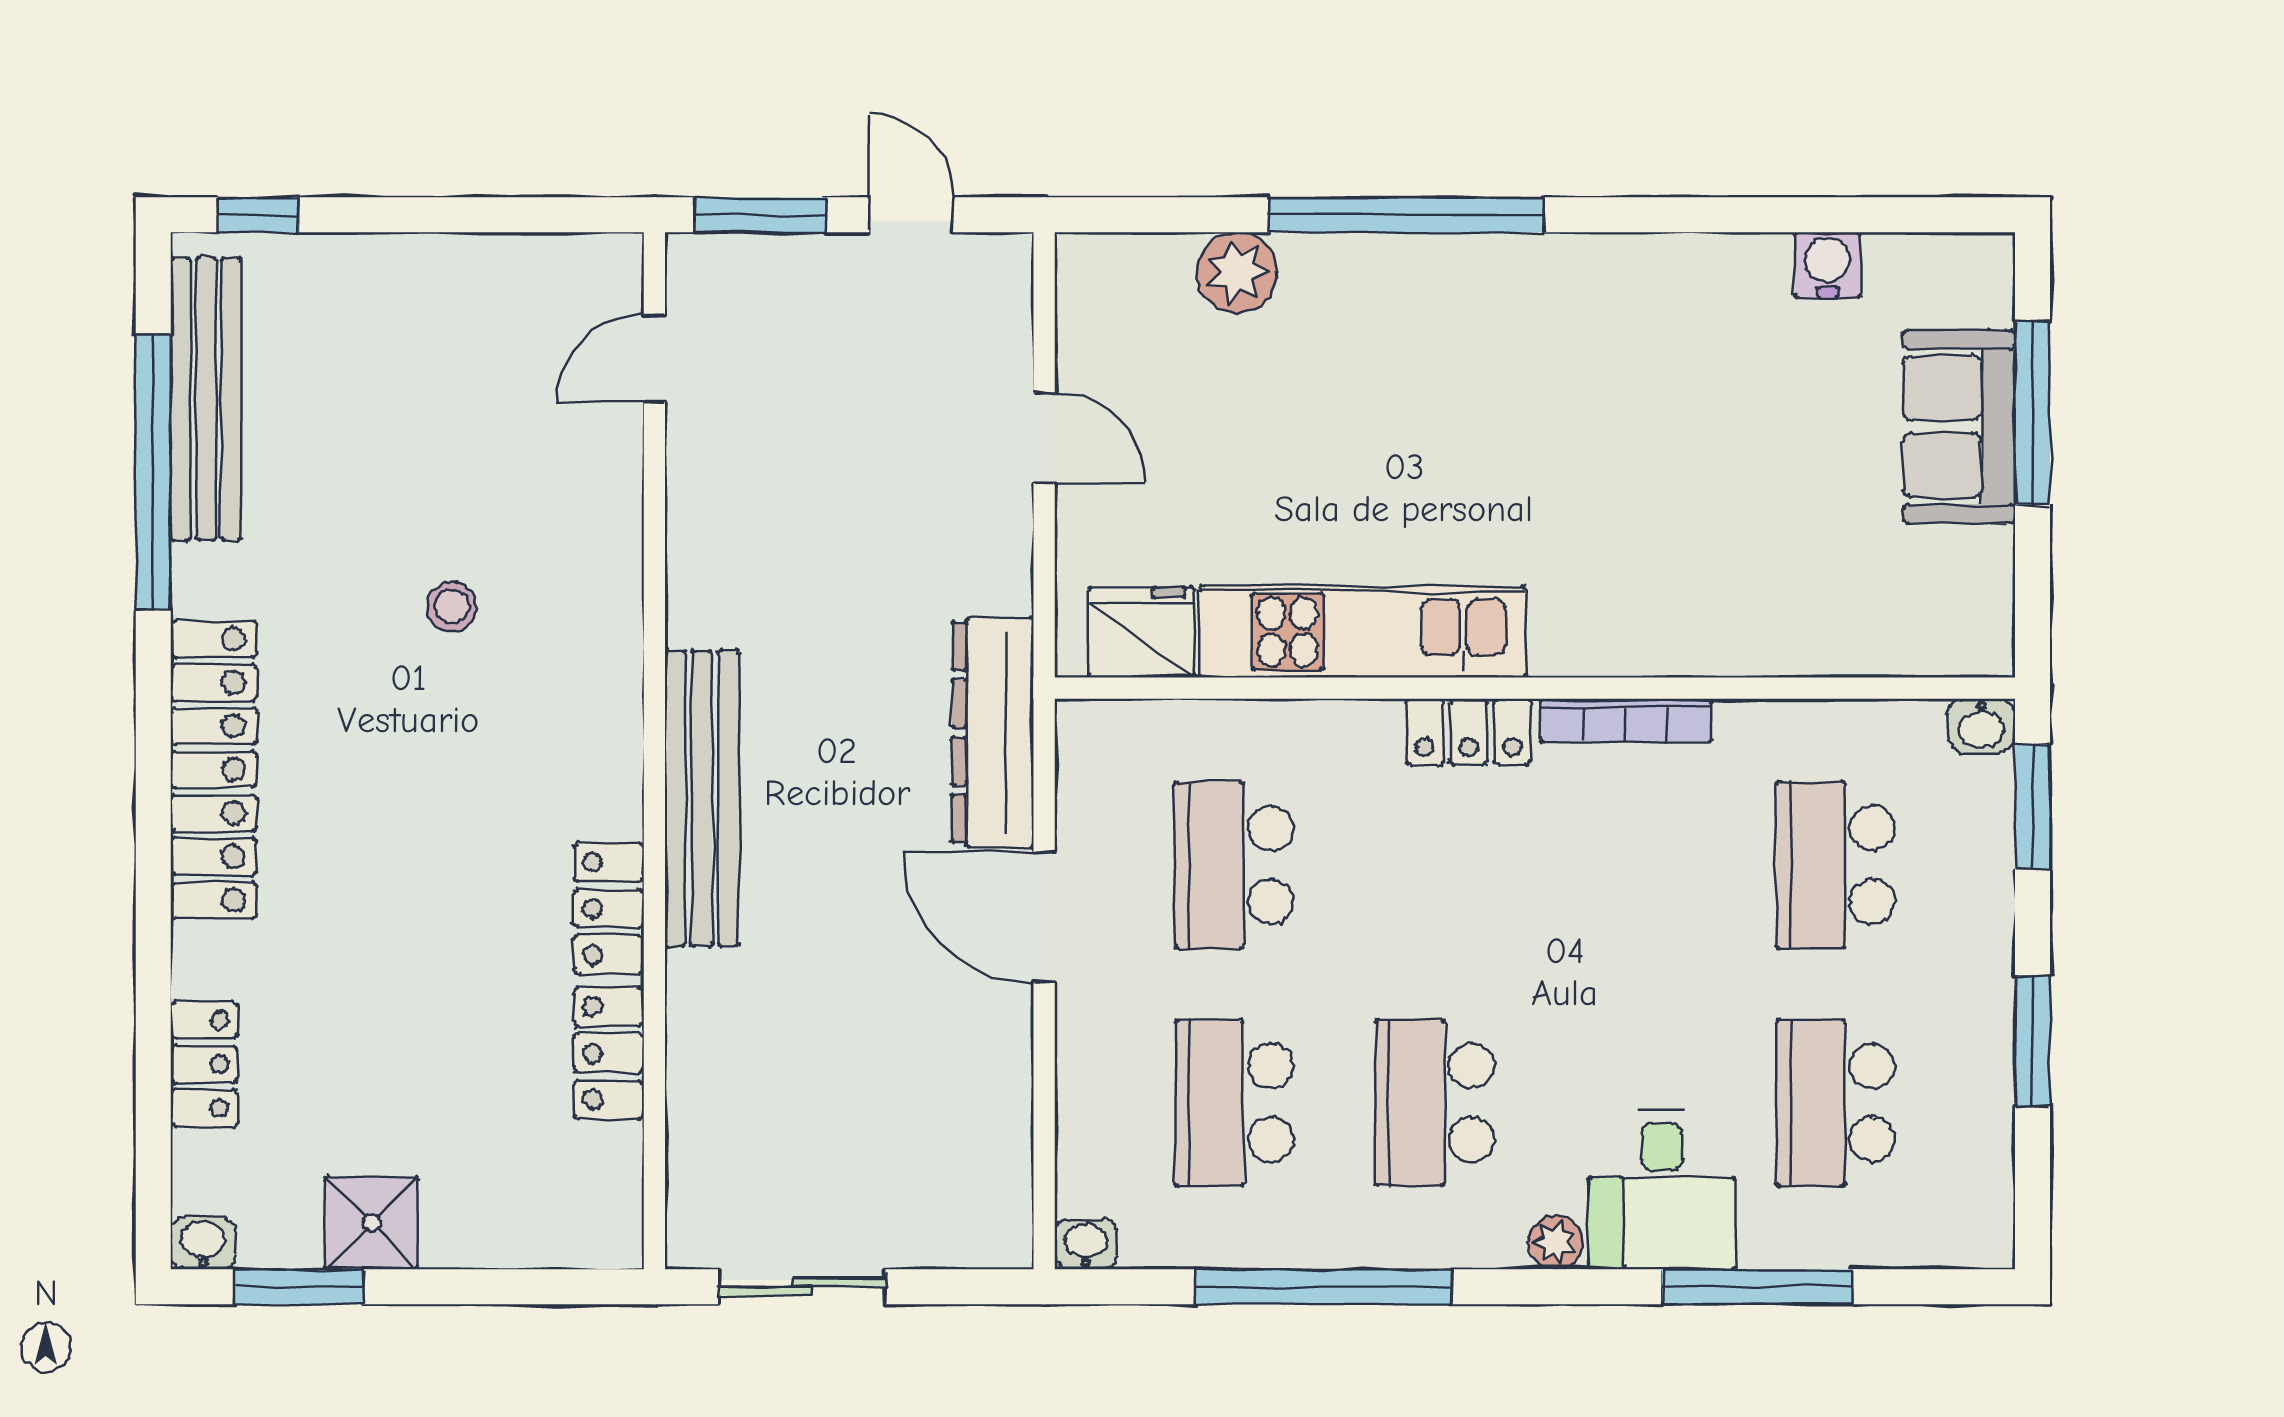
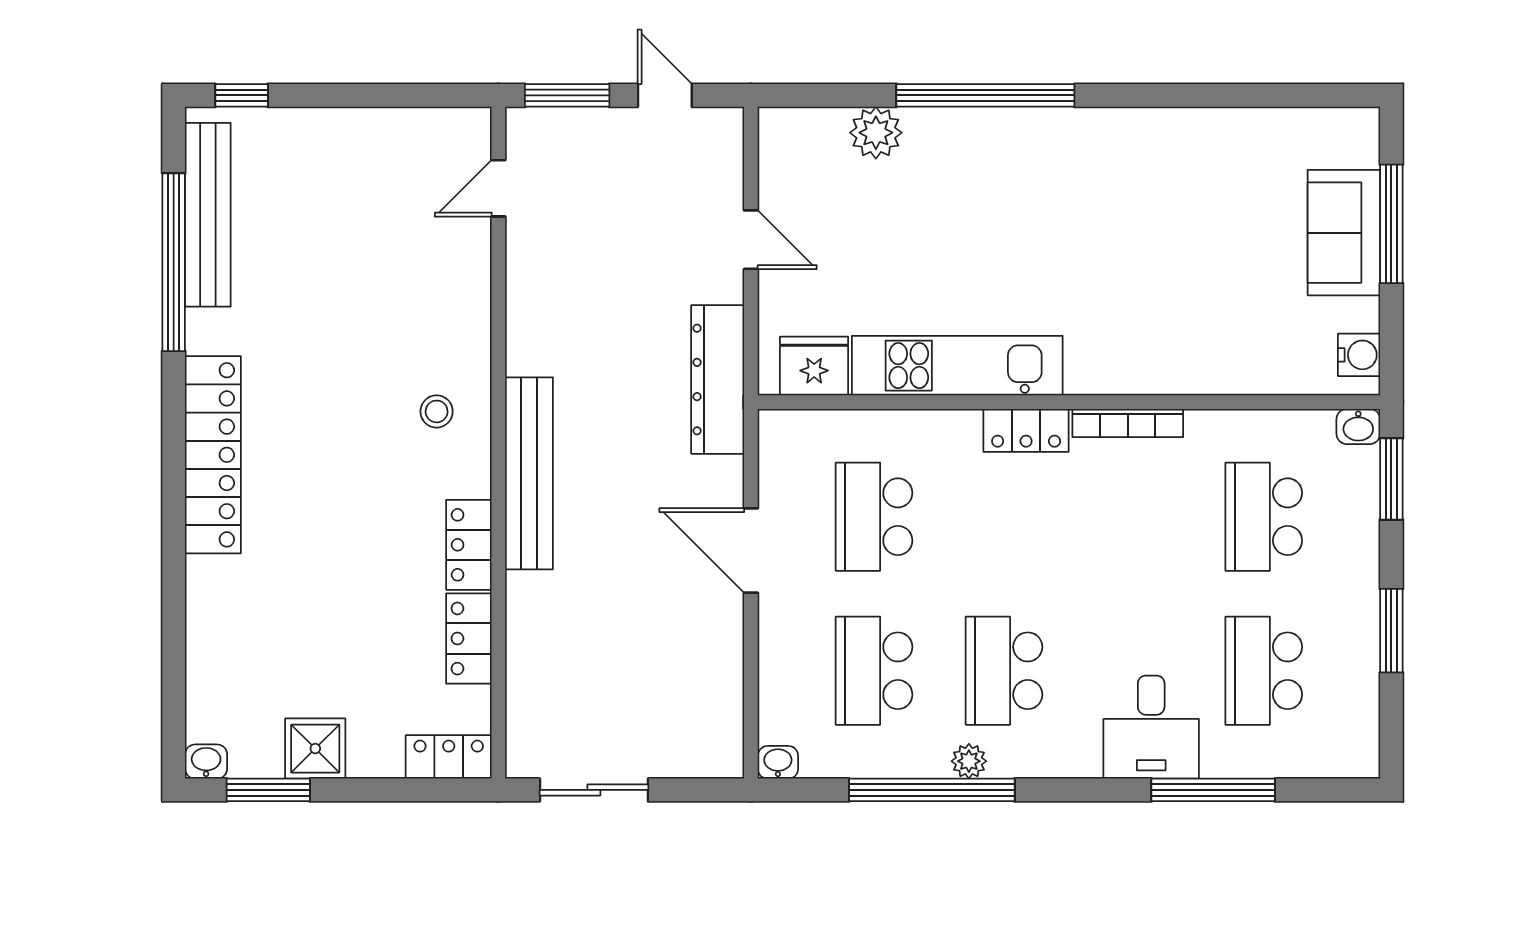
water cooler: (1827, 265) -> (1359, 355), moved, turned 90
stool: (452, 607) -> (437, 411), moved
dresser: (993, 732) -> (718, 379), moved
locker: (204, 1064) -> (449, 757), moved, turned -90
plant: (1556, 1242) -> (969, 761), moved

